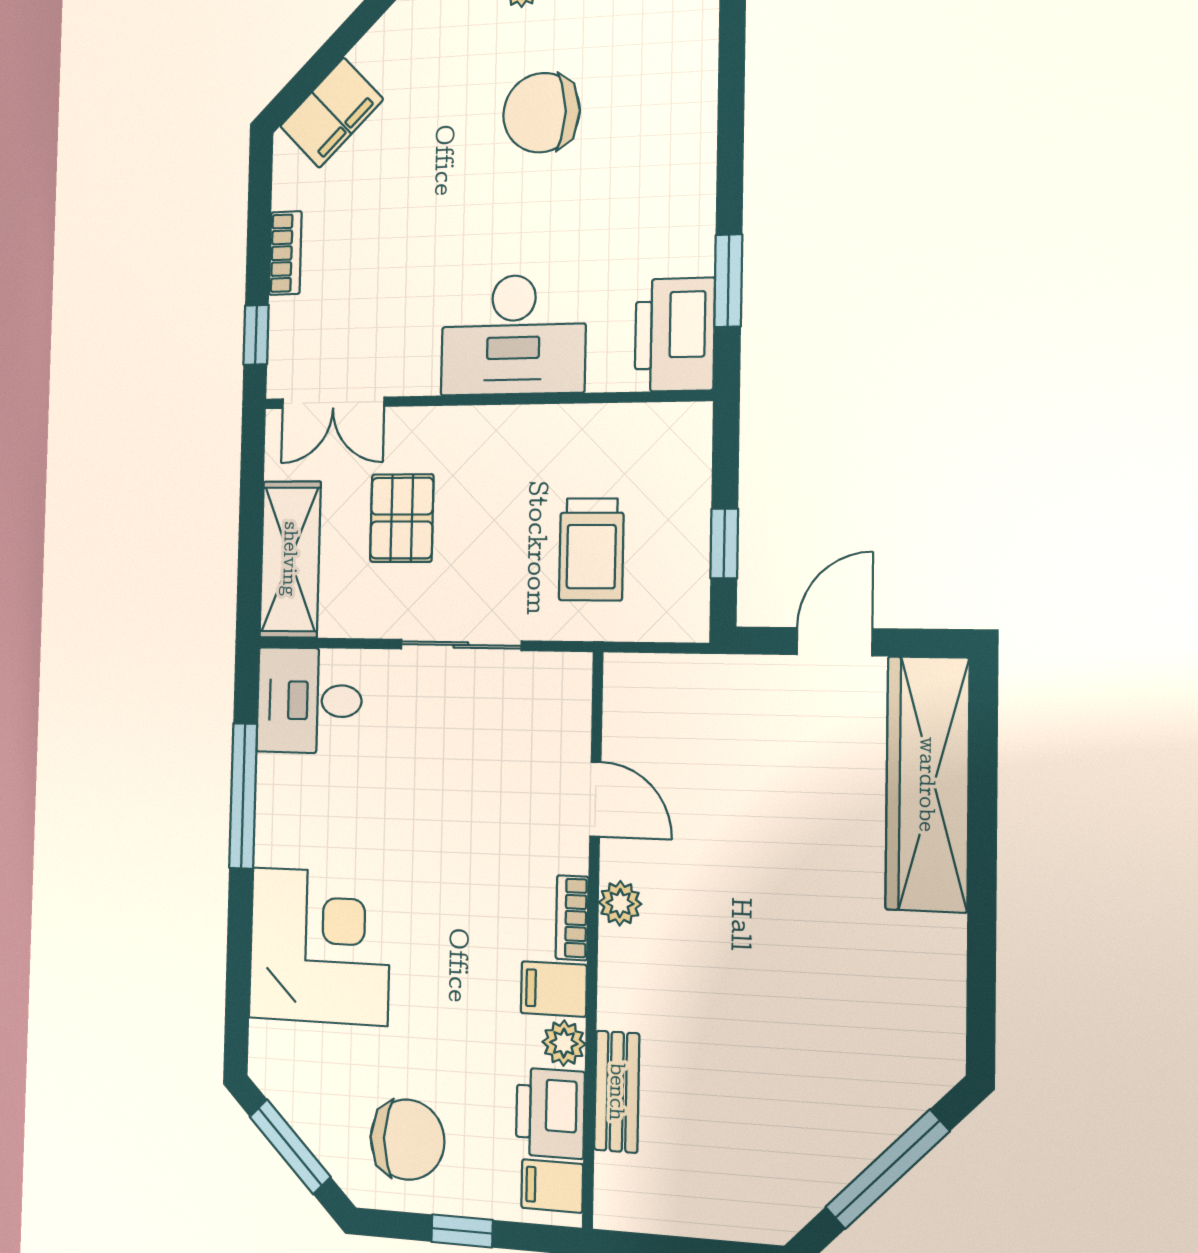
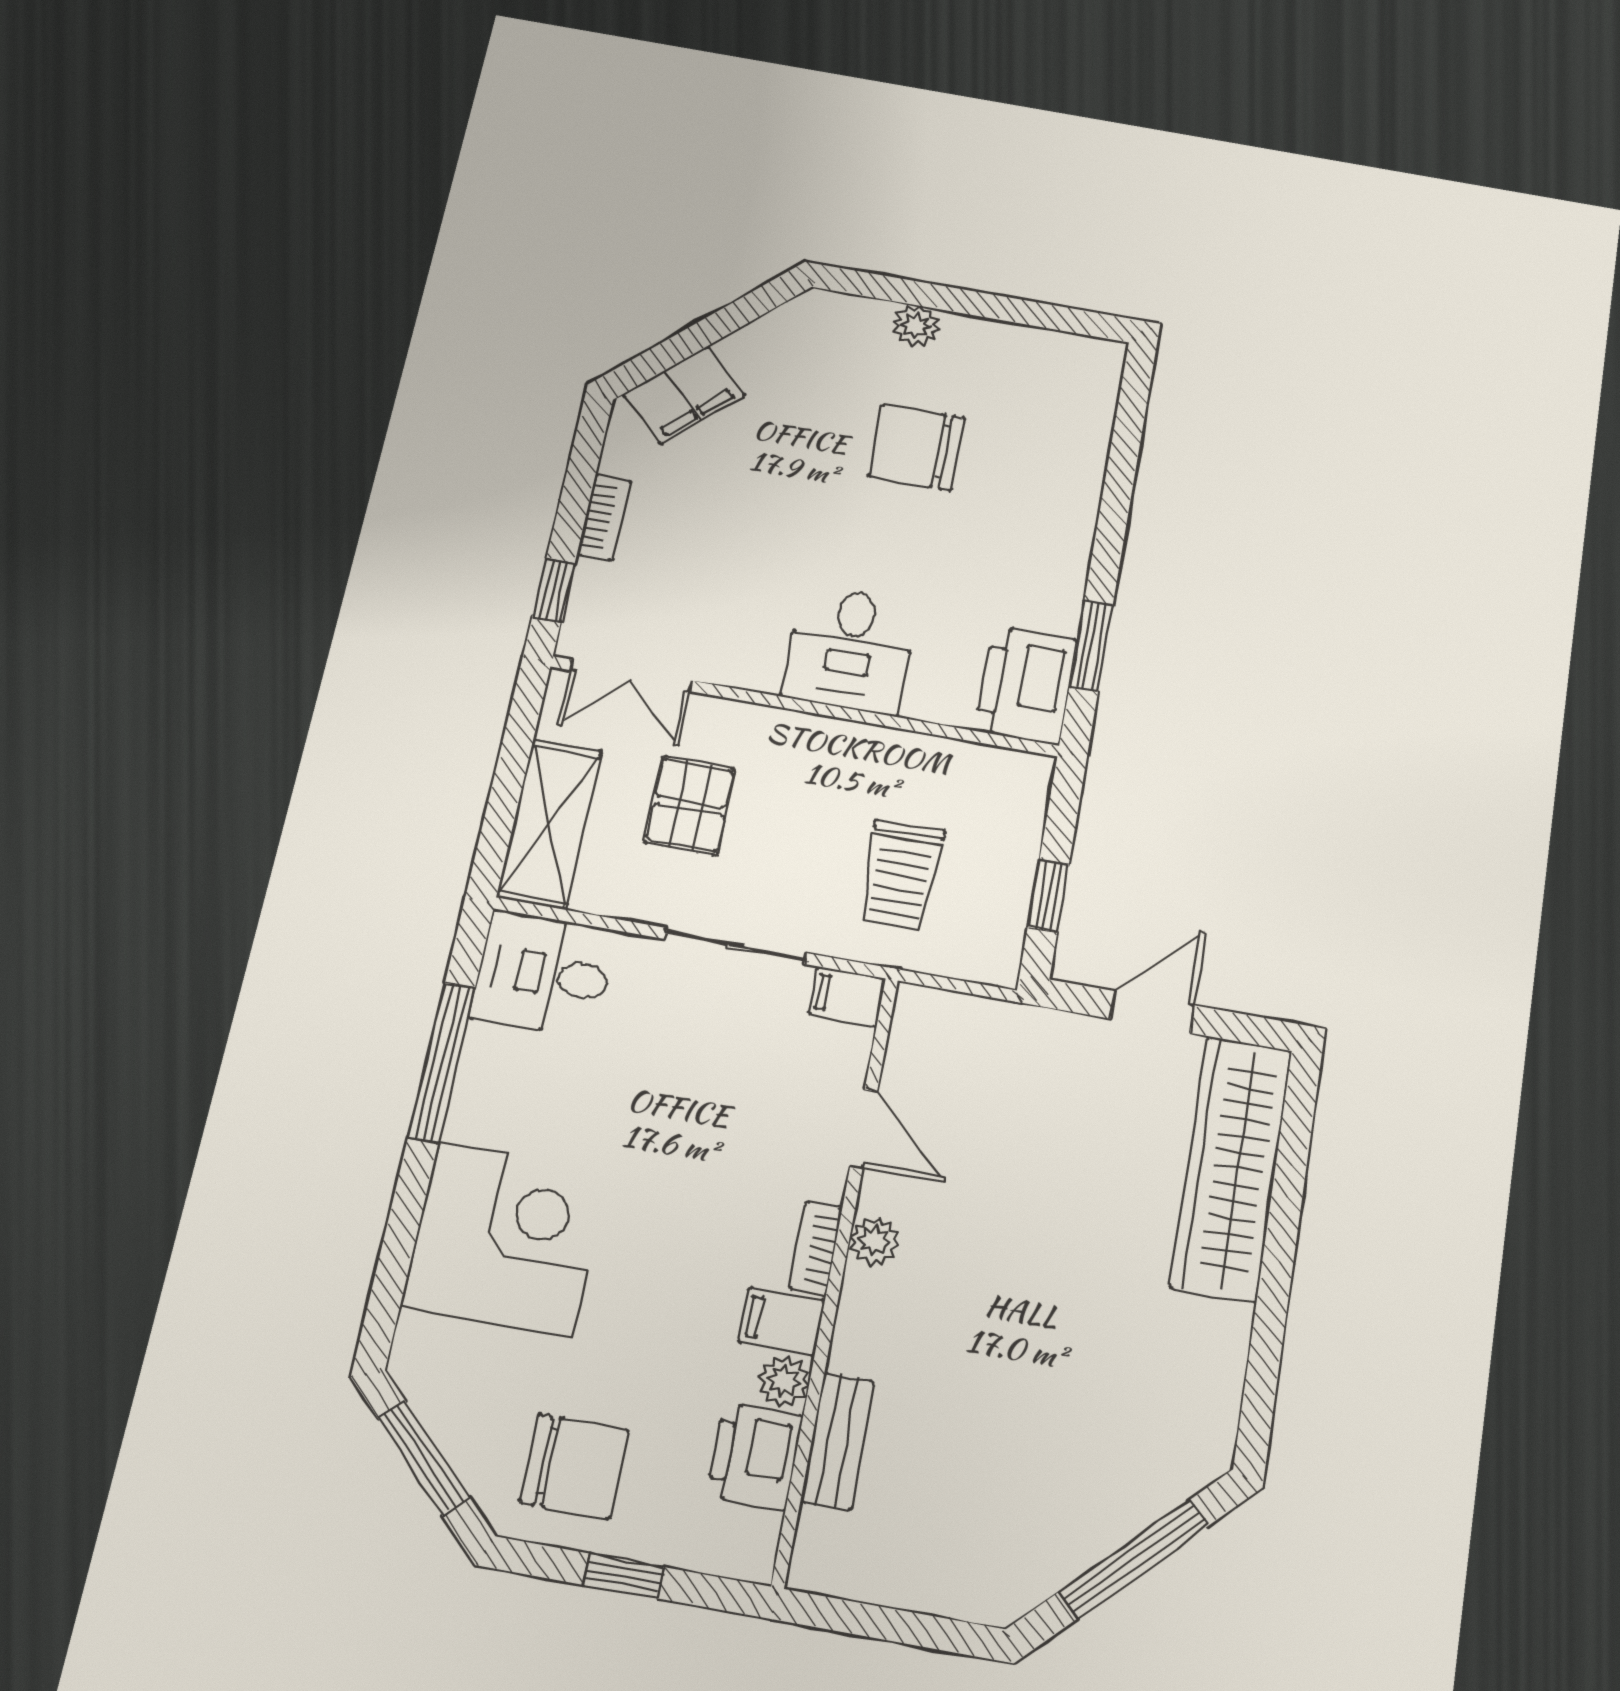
desk: (513, 335) -> (850, 650), width x0.73
filing cabinet: (552, 1186) -> (847, 996), moved

